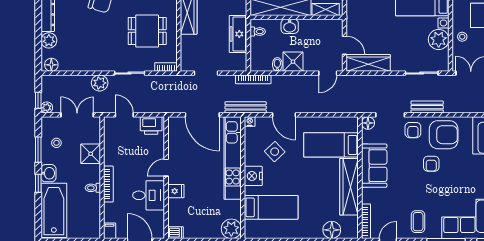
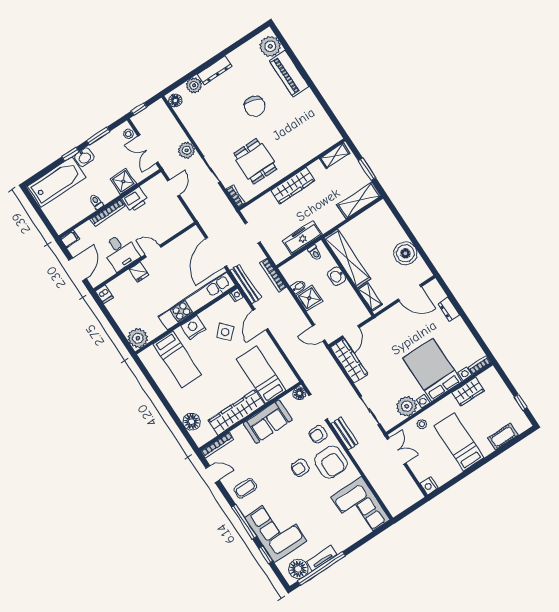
plant: (47, 108) -> (137, 120), removed
double door: (77, 115) -> (148, 149), swing flipped
printer: (151, 125) -> (135, 200), moved, turned -90
stool: (56, 143) -> (128, 134), moved

